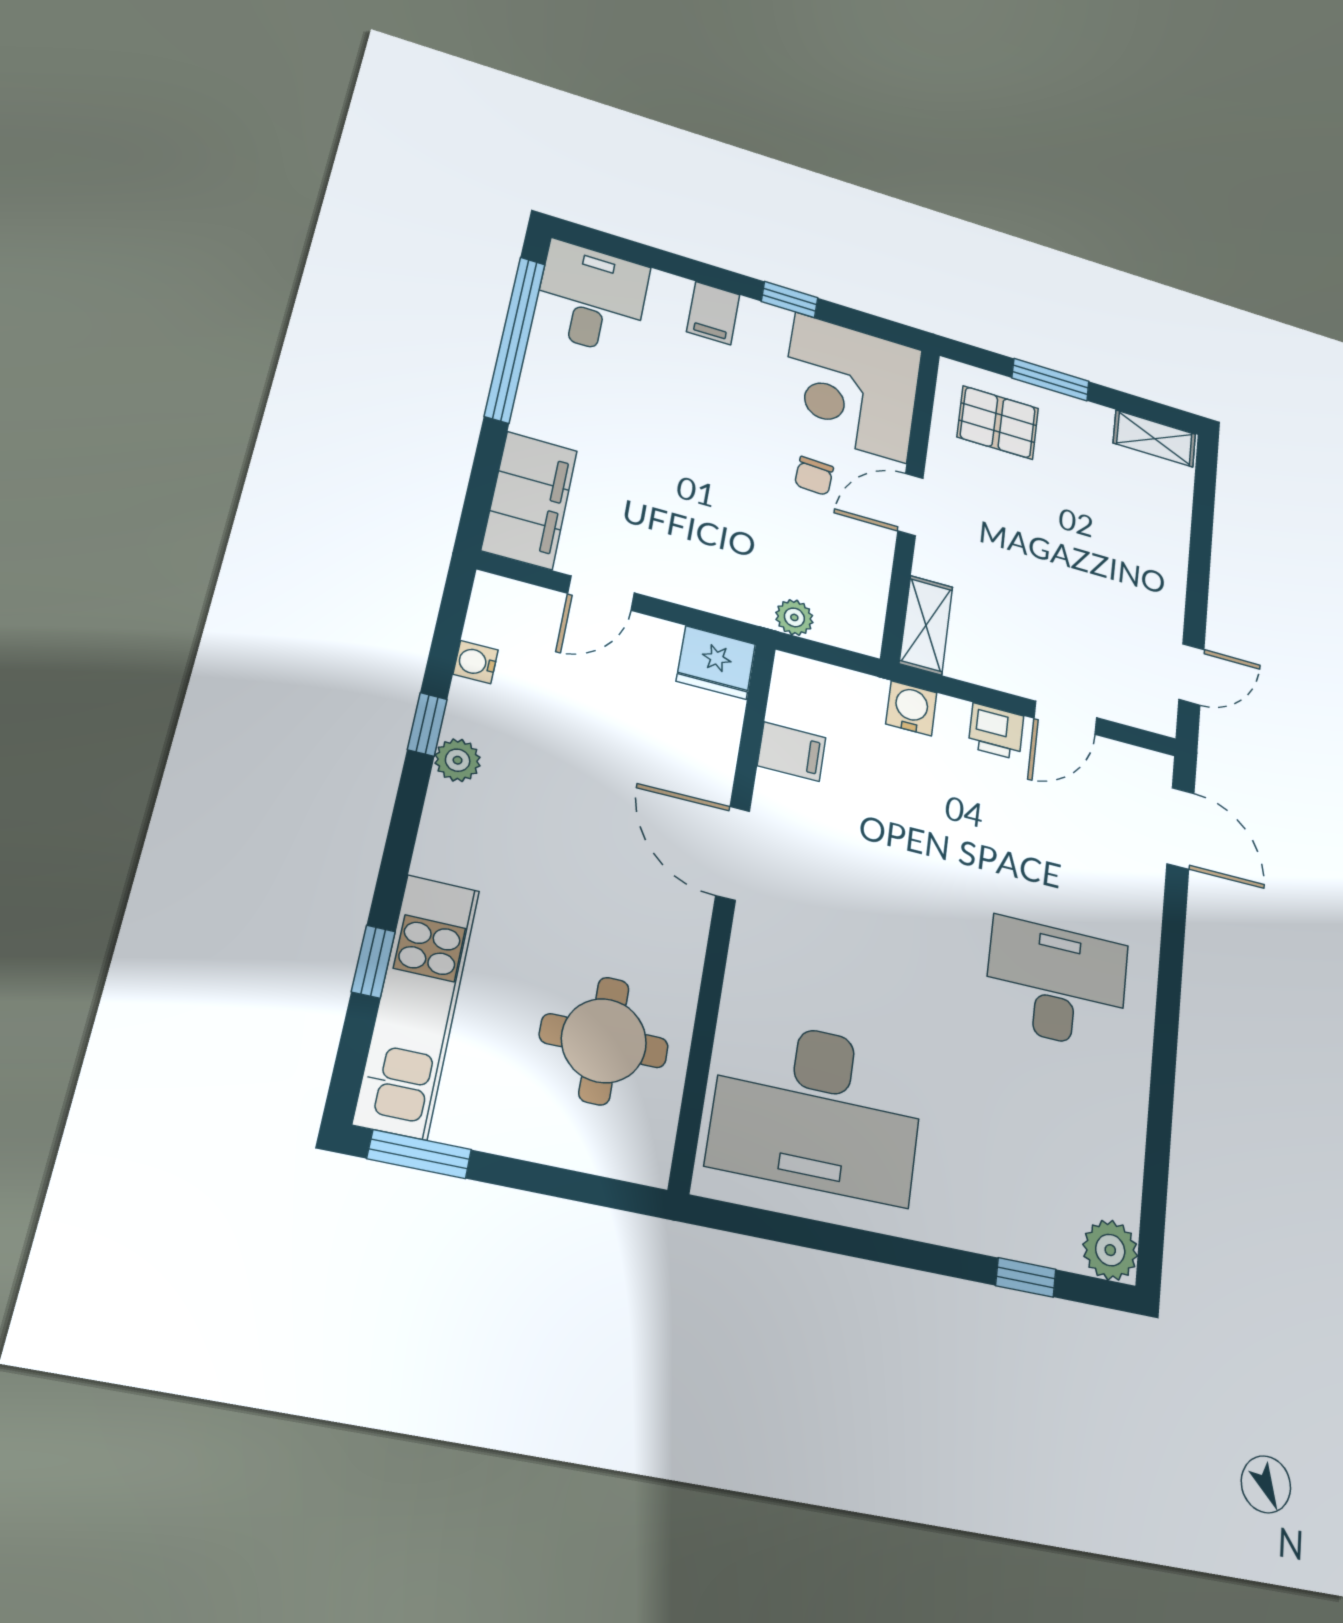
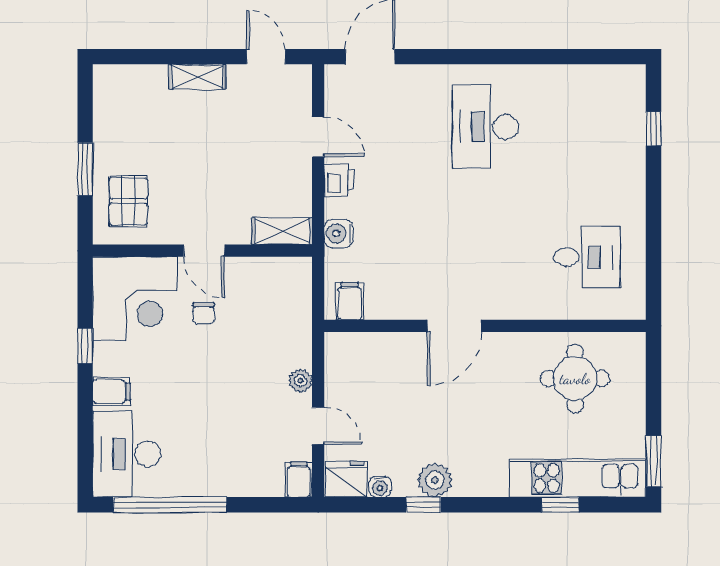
desk: (592, 298) -> (127, 454), width x1.37
shelving: (1154, 439) -> (197, 77), moved, turned 90
chair: (814, 476) -> (204, 313), turned 87
filing cabinet: (530, 500) -> (299, 479), width x0.33, depth x0.86
plant: (794, 617) -> (301, 381), moved
fridge: (716, 663) -> (346, 479), moved, turned -90
filing cabinet: (792, 752) -> (350, 301), moved
plant: (458, 760) -> (435, 480), width x1.38, depth x1.38
desk: (818, 1110) -> (587, 257), width x0.53, depth x0.77
plant: (1110, 1250) -> (629, 81), removed

